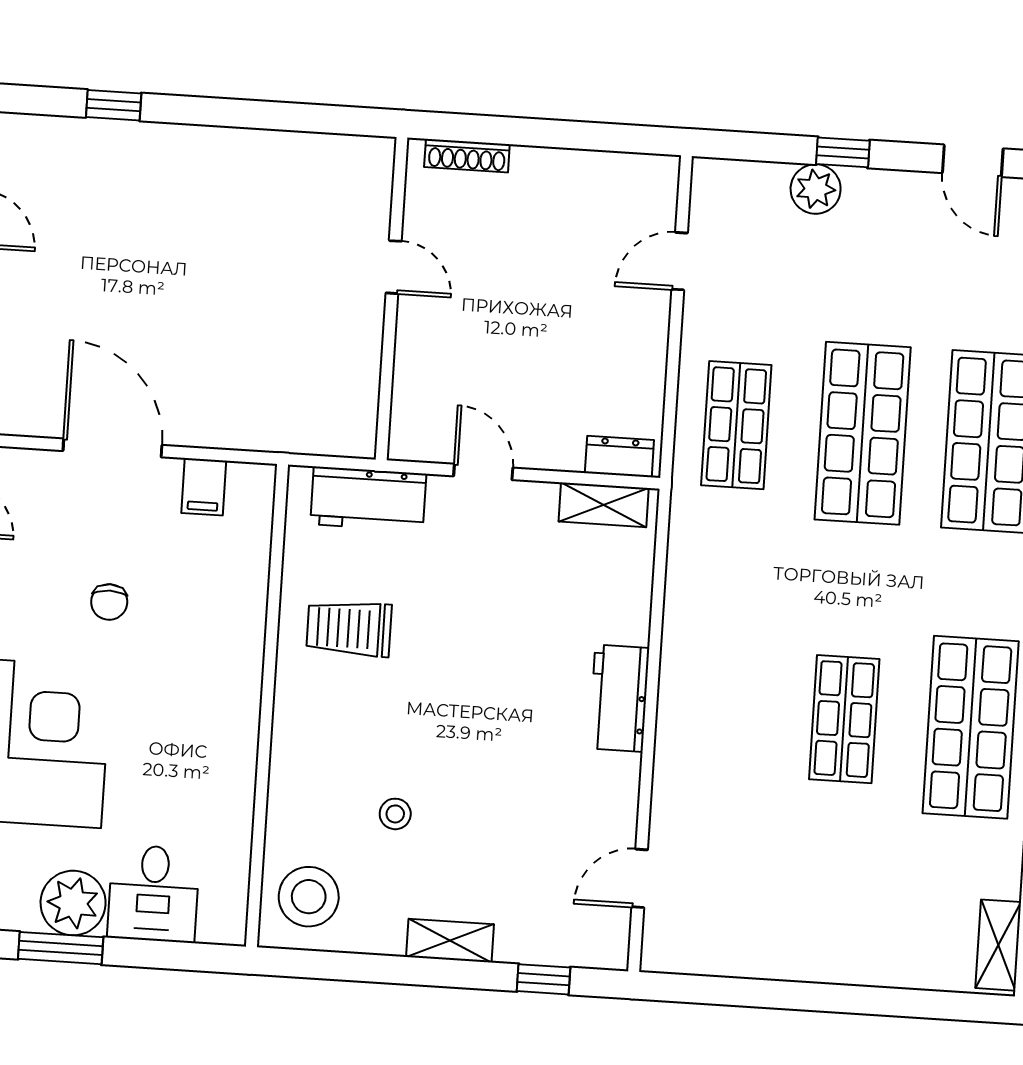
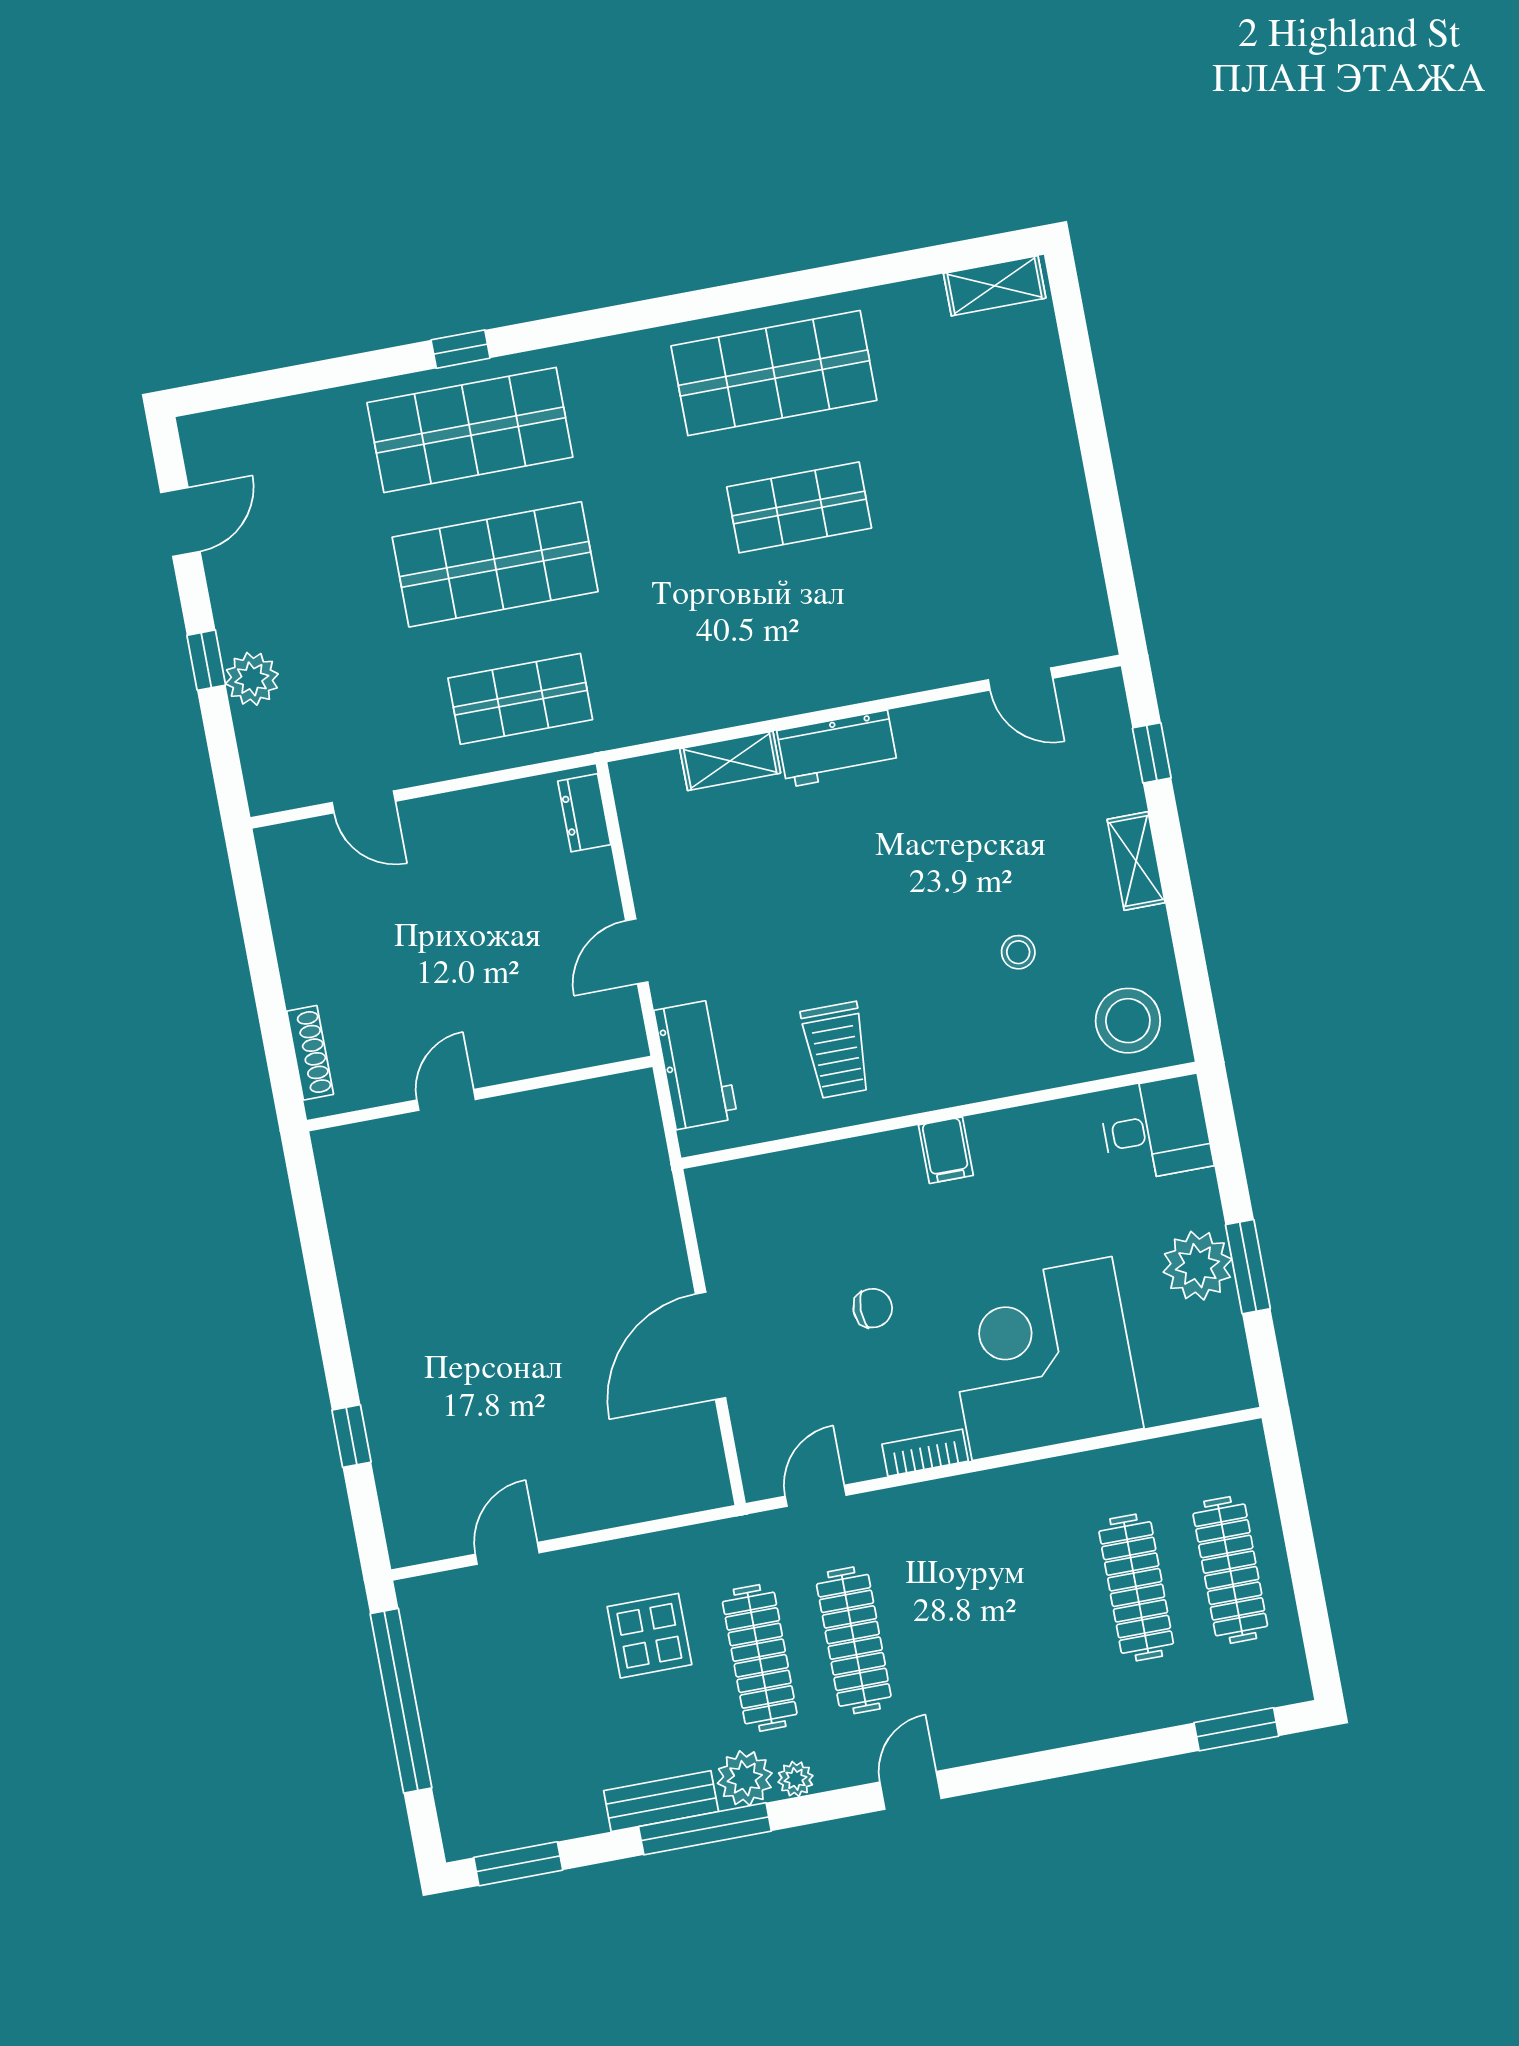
filing cabinet: (204, 487) -> (946, 1150), moved, turned 90
shelving: (604, 505) -> (730, 761), moved, turned 90
desk: (154, 894) -> (1156, 1129), moved

